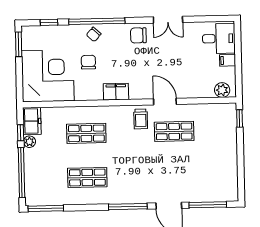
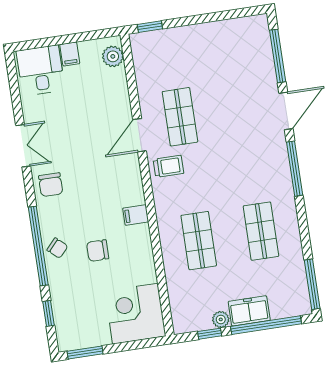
corner desk: (48, 76) -> (135, 314), width x0.74, depth x0.74
filing cabinet: (116, 92) -> (136, 215), width x0.50
freezer: (32, 121) -> (249, 311), moved

